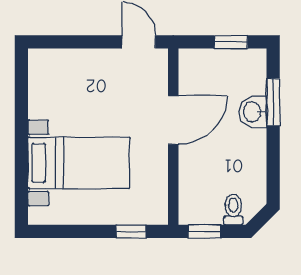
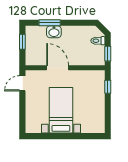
bed with nightstands: (79, 163) -> (61, 110), moved

